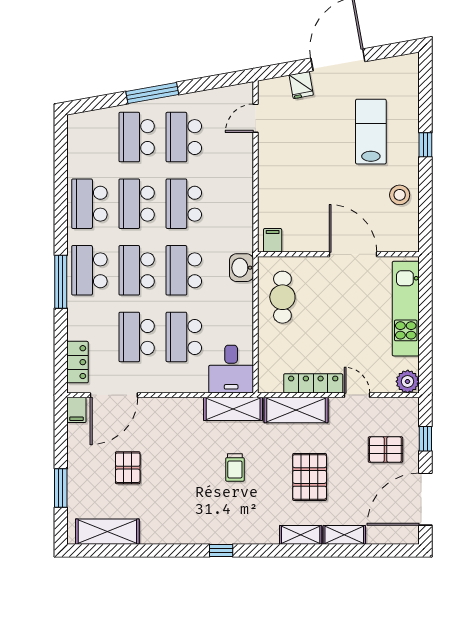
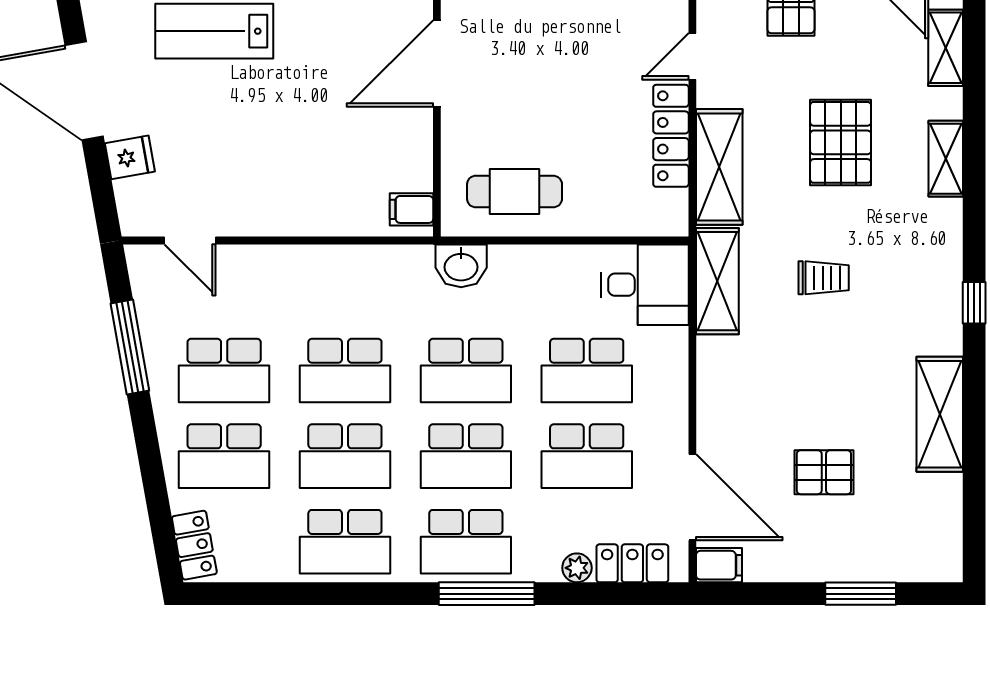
window: (152, 93) -> (130, 347), moved
locker: (88, 121) -> (194, 545), added
plant: (75, 332) -> (577, 568), added
pallet: (310, 477) -> (841, 142), turned 90
shelving: (107, 532) -> (940, 414), moved
shelving: (344, 535) -> (946, 48), moved

